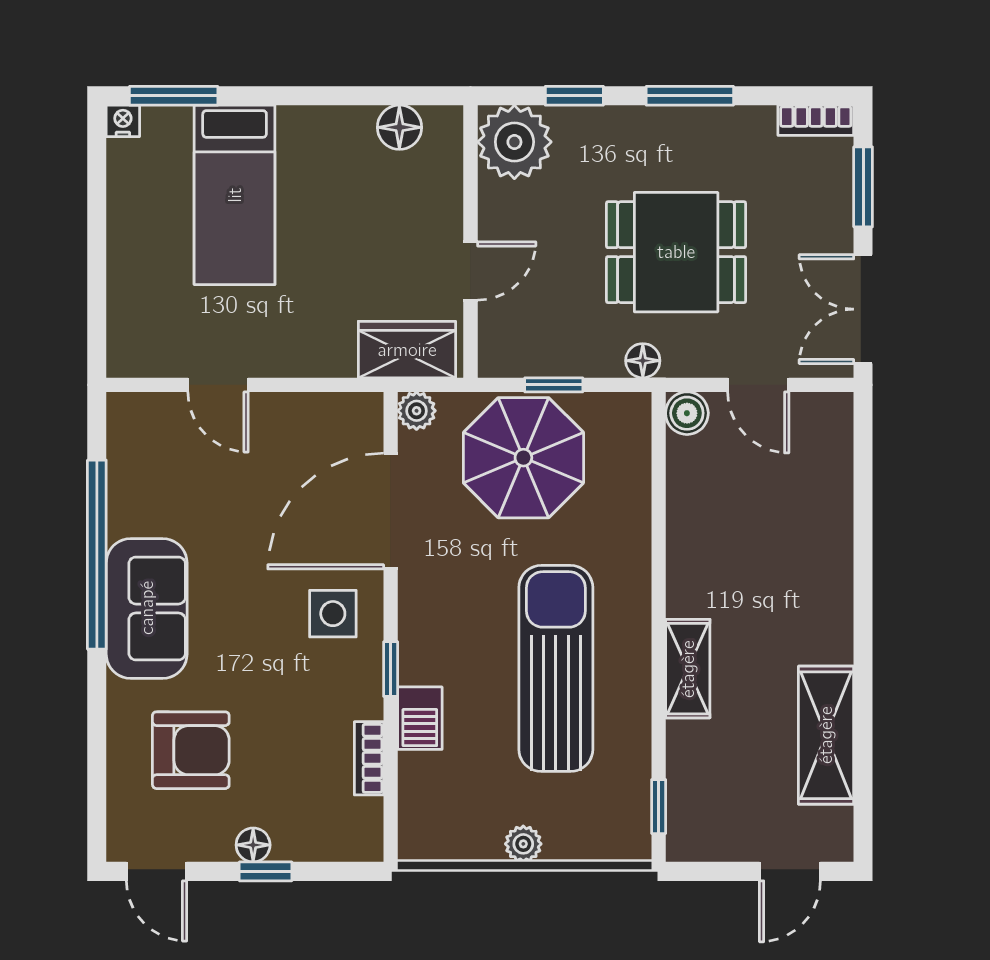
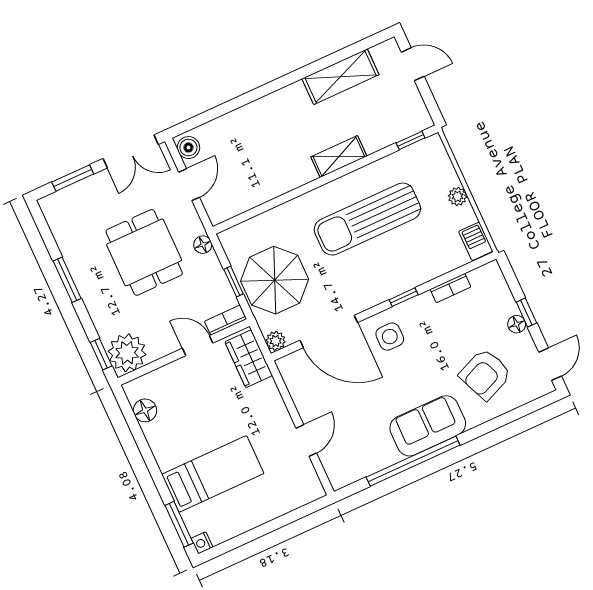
window: (574, 96) -> (101, 354), moved
bookcase: (816, 120) -> (226, 320), moved, turned -90
boiler: (687, 413) -> (188, 148), moved
barbecue: (420, 718) -> (476, 241), moved, turned -90
armchair: (191, 750) -> (485, 374), turned -113

